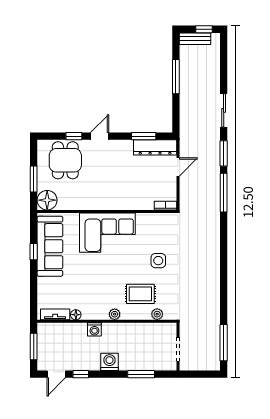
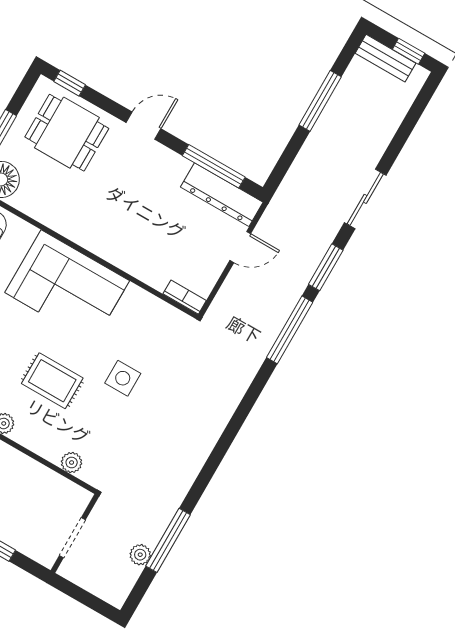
window: (74, 136) -> (70, 83), moved
window: (144, 136) -> (214, 166), width x1.44
dining table: (65, 160) -> (67, 133), turned 90
rug: (140, 294) -> (52, 381), moved
plant: (214, 339) -> (140, 555), added
window: (224, 343) -> (168, 540), moved

